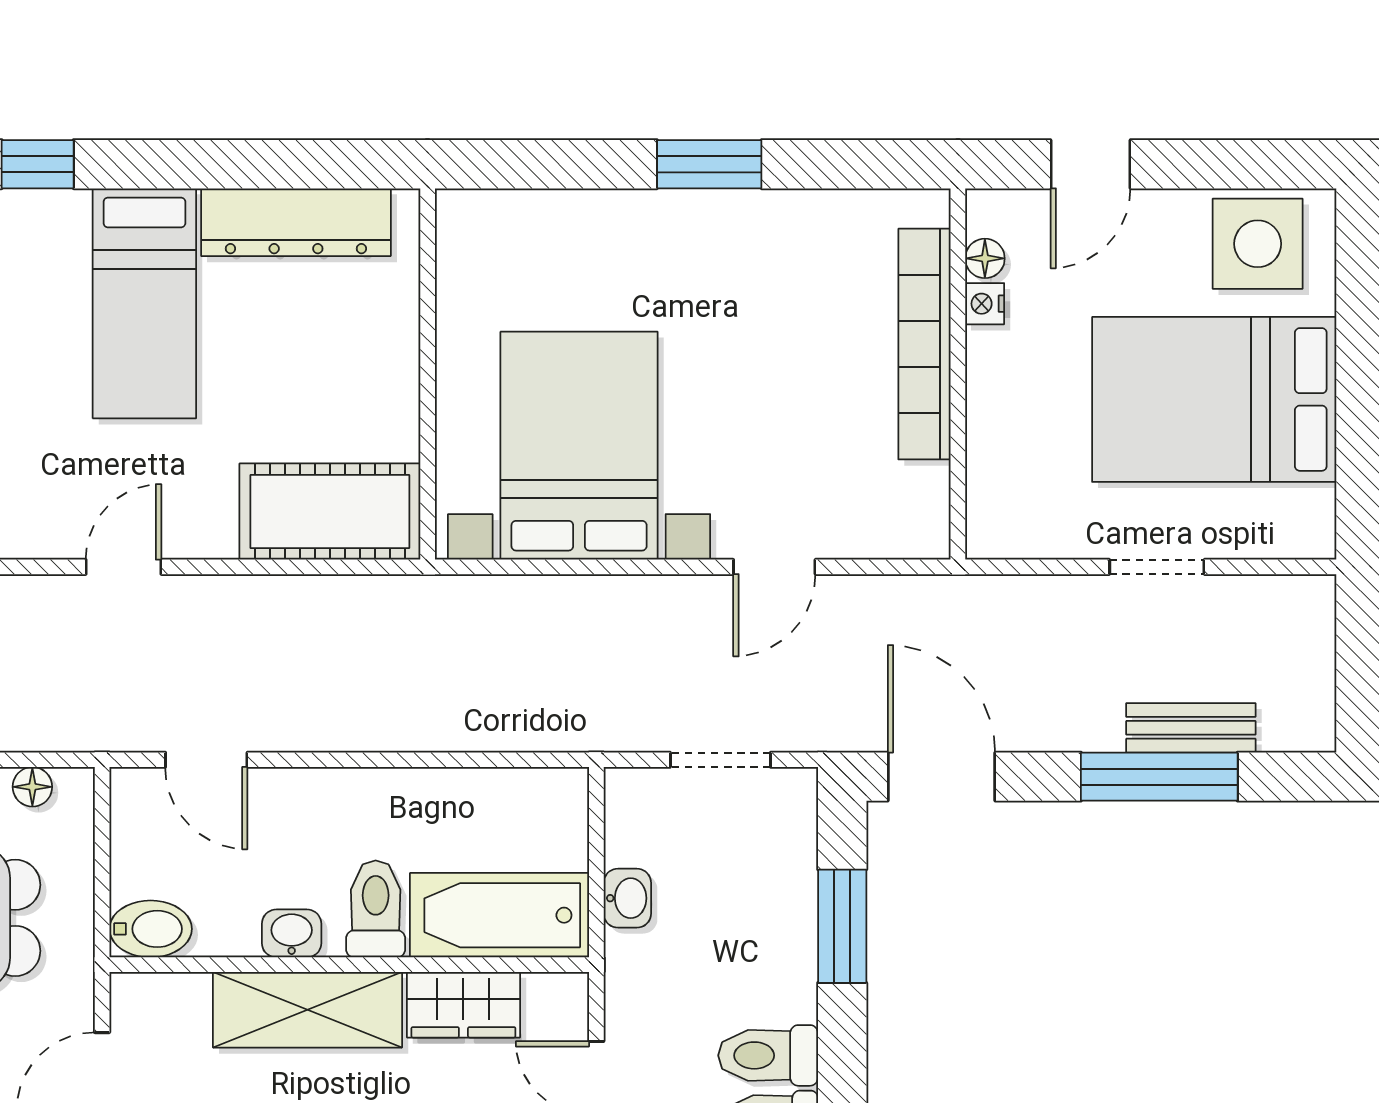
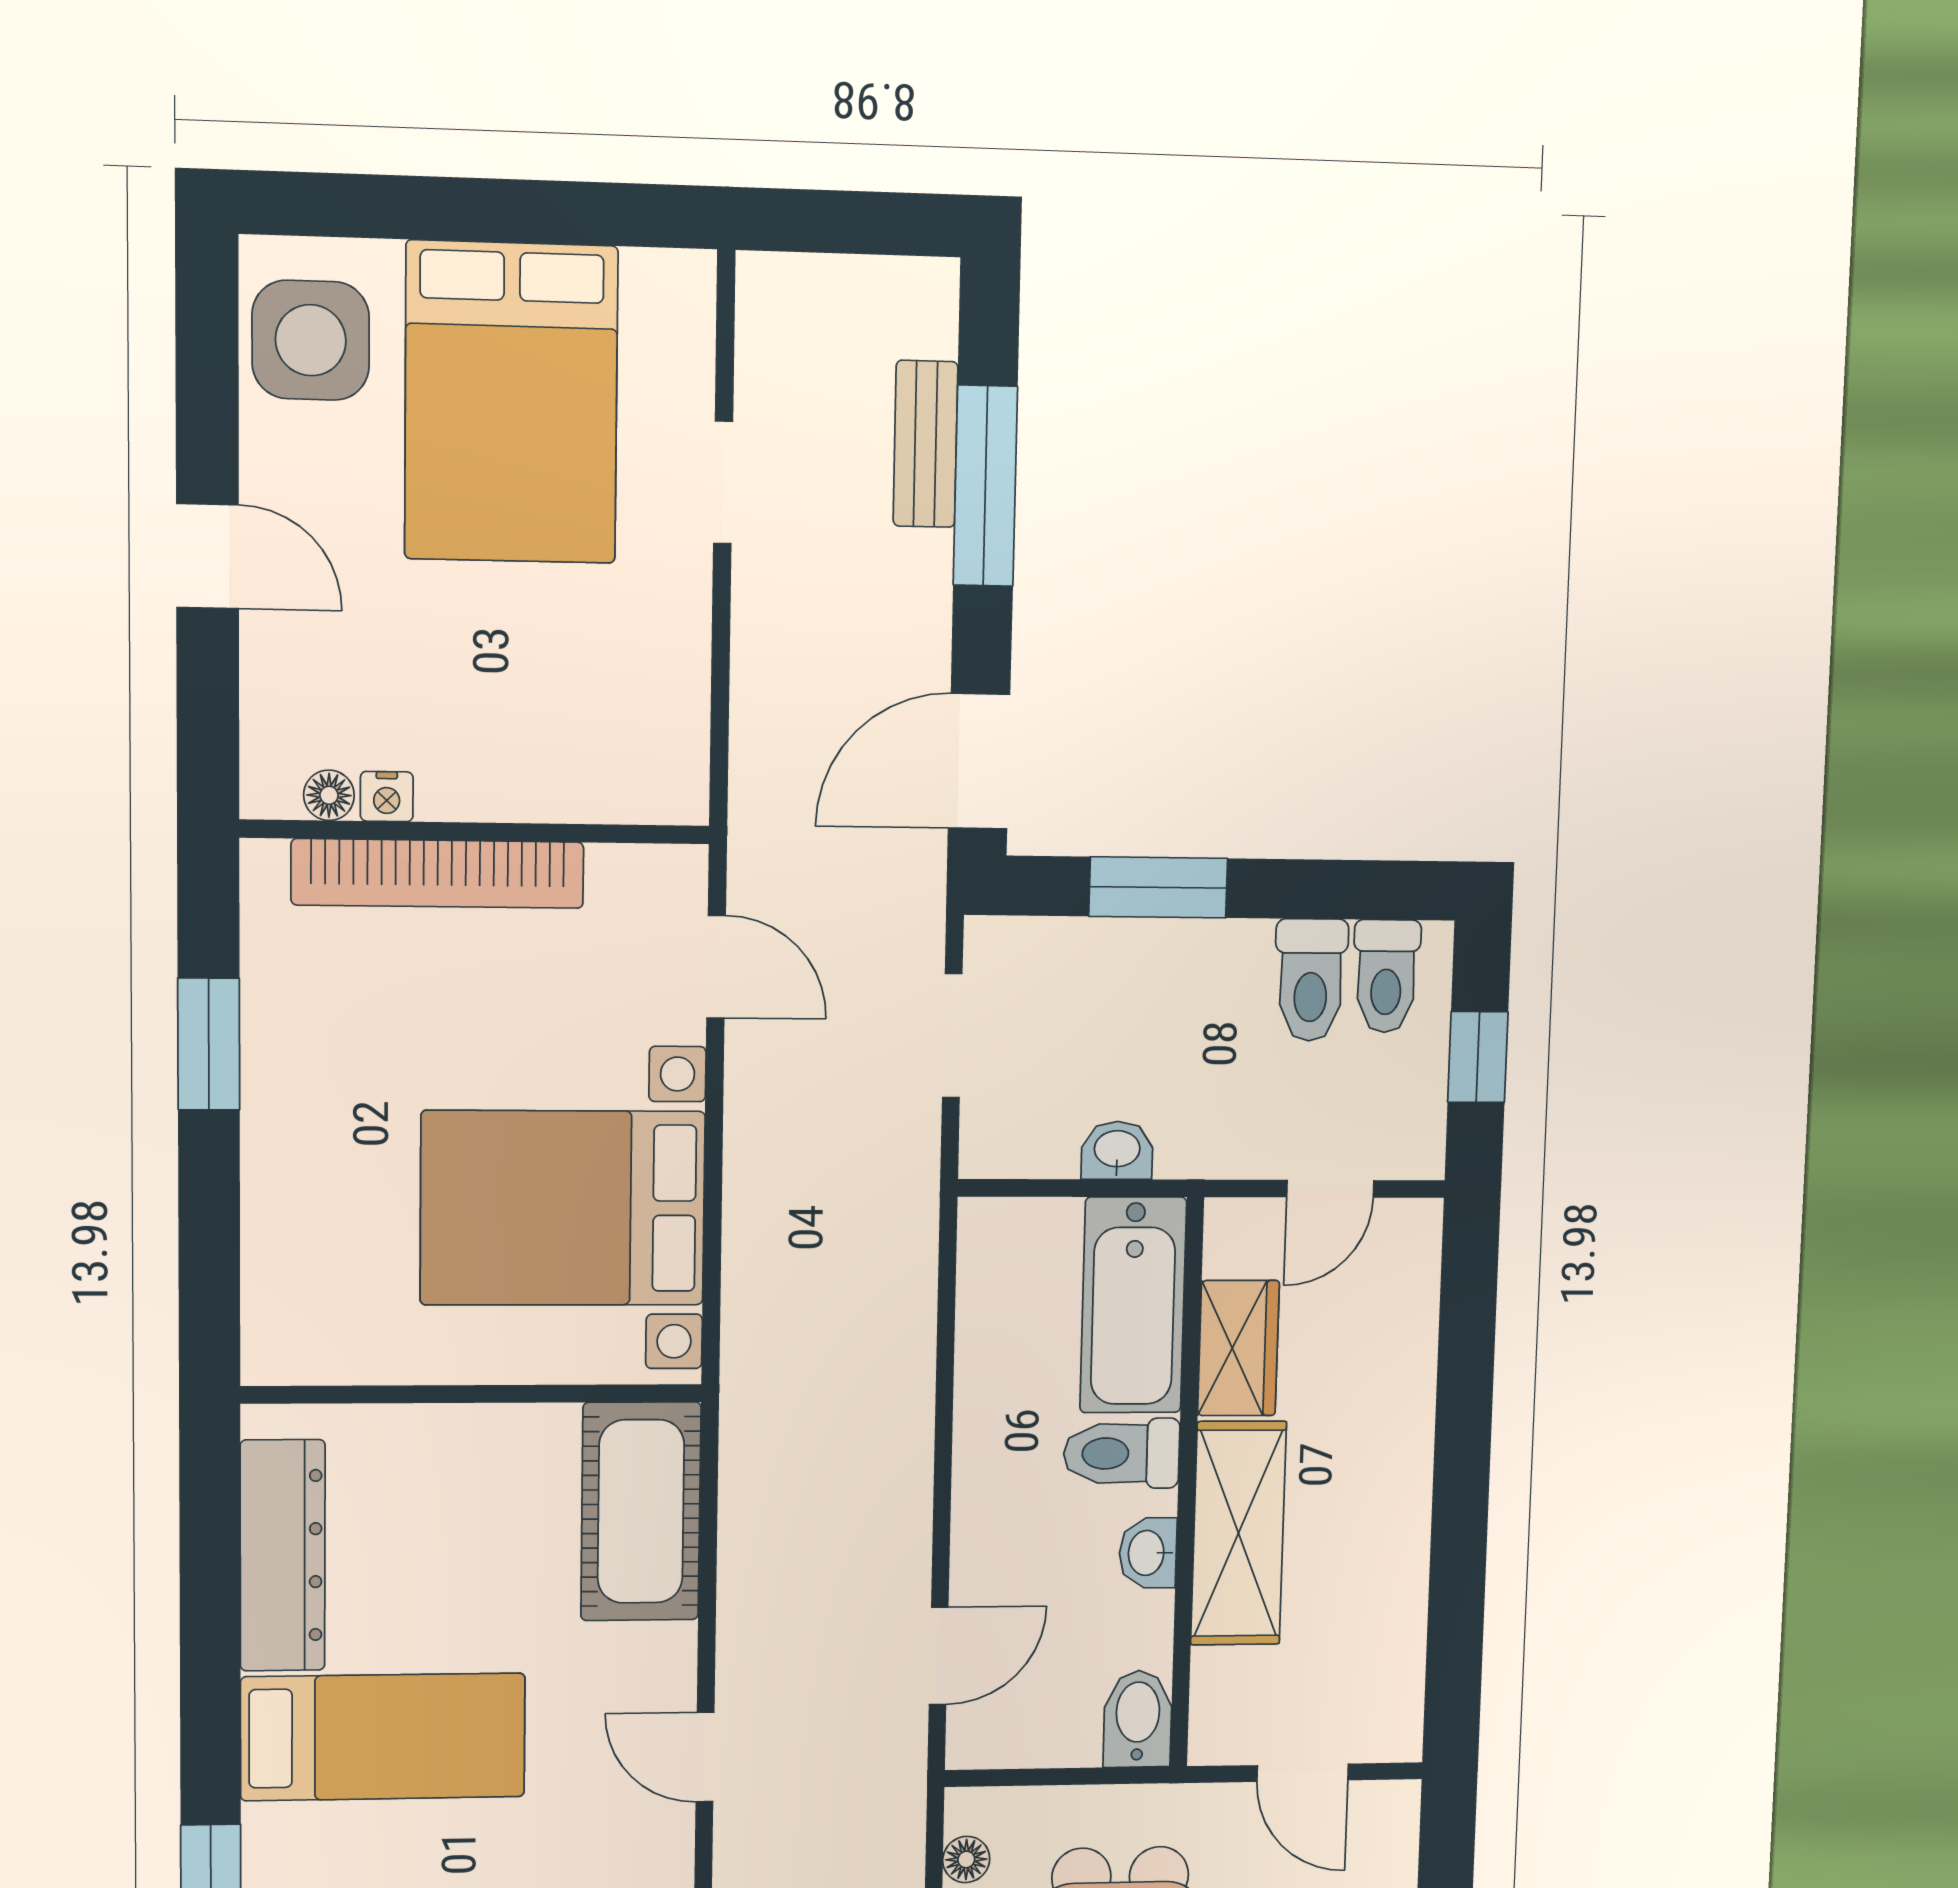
floor lamp: (985, 258) -> (329, 795), moved
nightstand: (985, 304) -> (387, 797), moved
bookcase: (925, 344) -> (438, 874), moved
wall: (958, 374) -> (476, 832), moved

